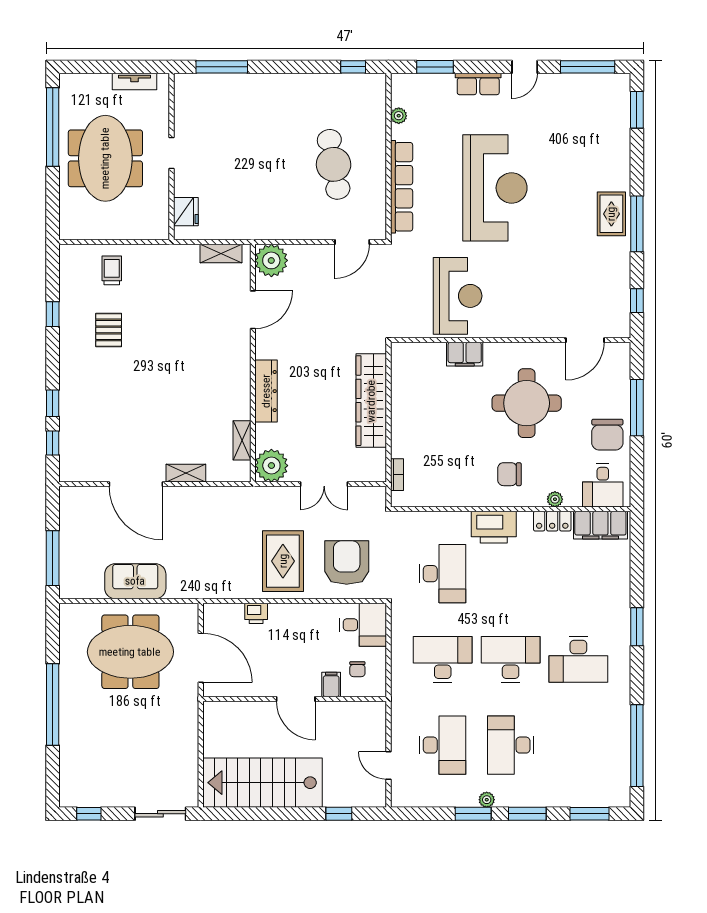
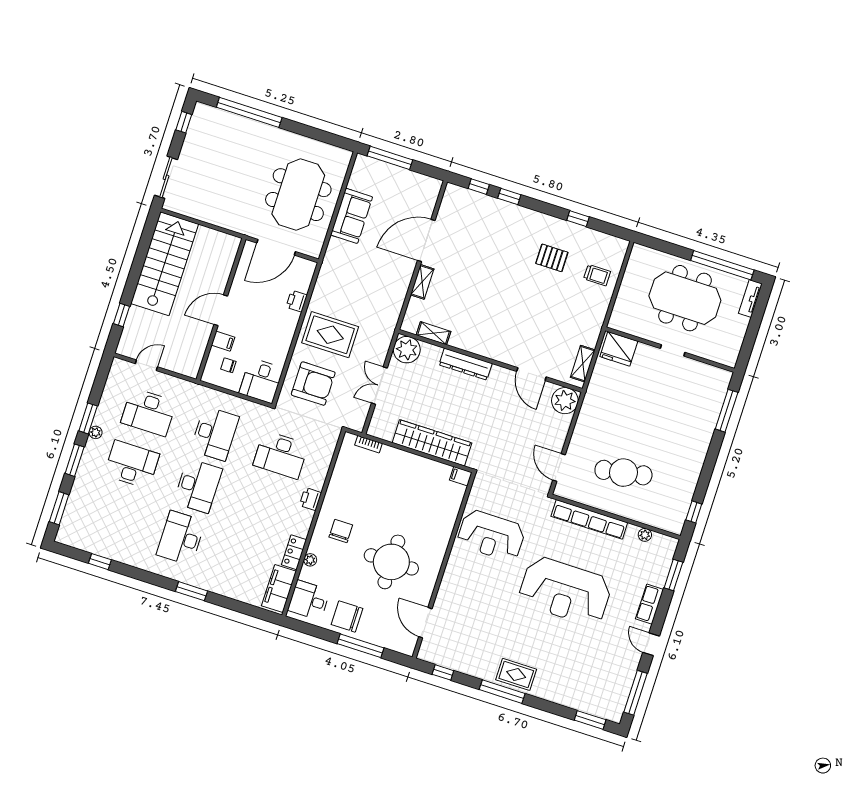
tv unit: (134, 82) -> (750, 298), moved
fridge: (186, 212) -> (619, 349), width x1.36, depth x1.34
filing cabinet: (465, 354) -> (461, 476), moved, width x0.50
printer: (494, 527) -> (310, 499), width x0.53, depth x0.68
window: (53, 704) -> (249, 112), moved
window: (637, 746) -> (100, 562), width x0.32

